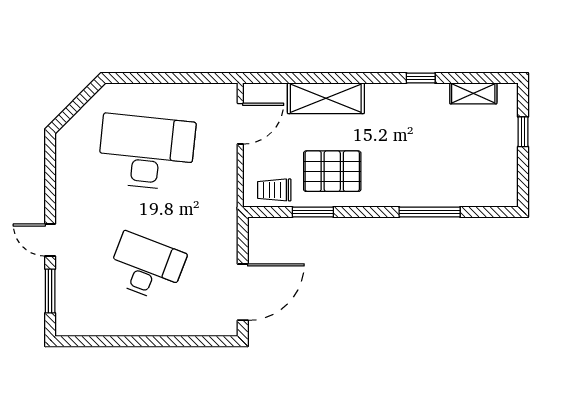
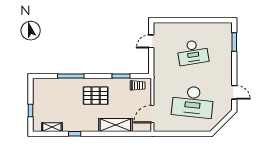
pallet: (332, 171) -> (96, 96), moved
door: (50, 240) -> (234, 92), moved
desk: (146, 267) -> (193, 52), turned -30
door: (243, 292) -> (151, 41), width x0.53

